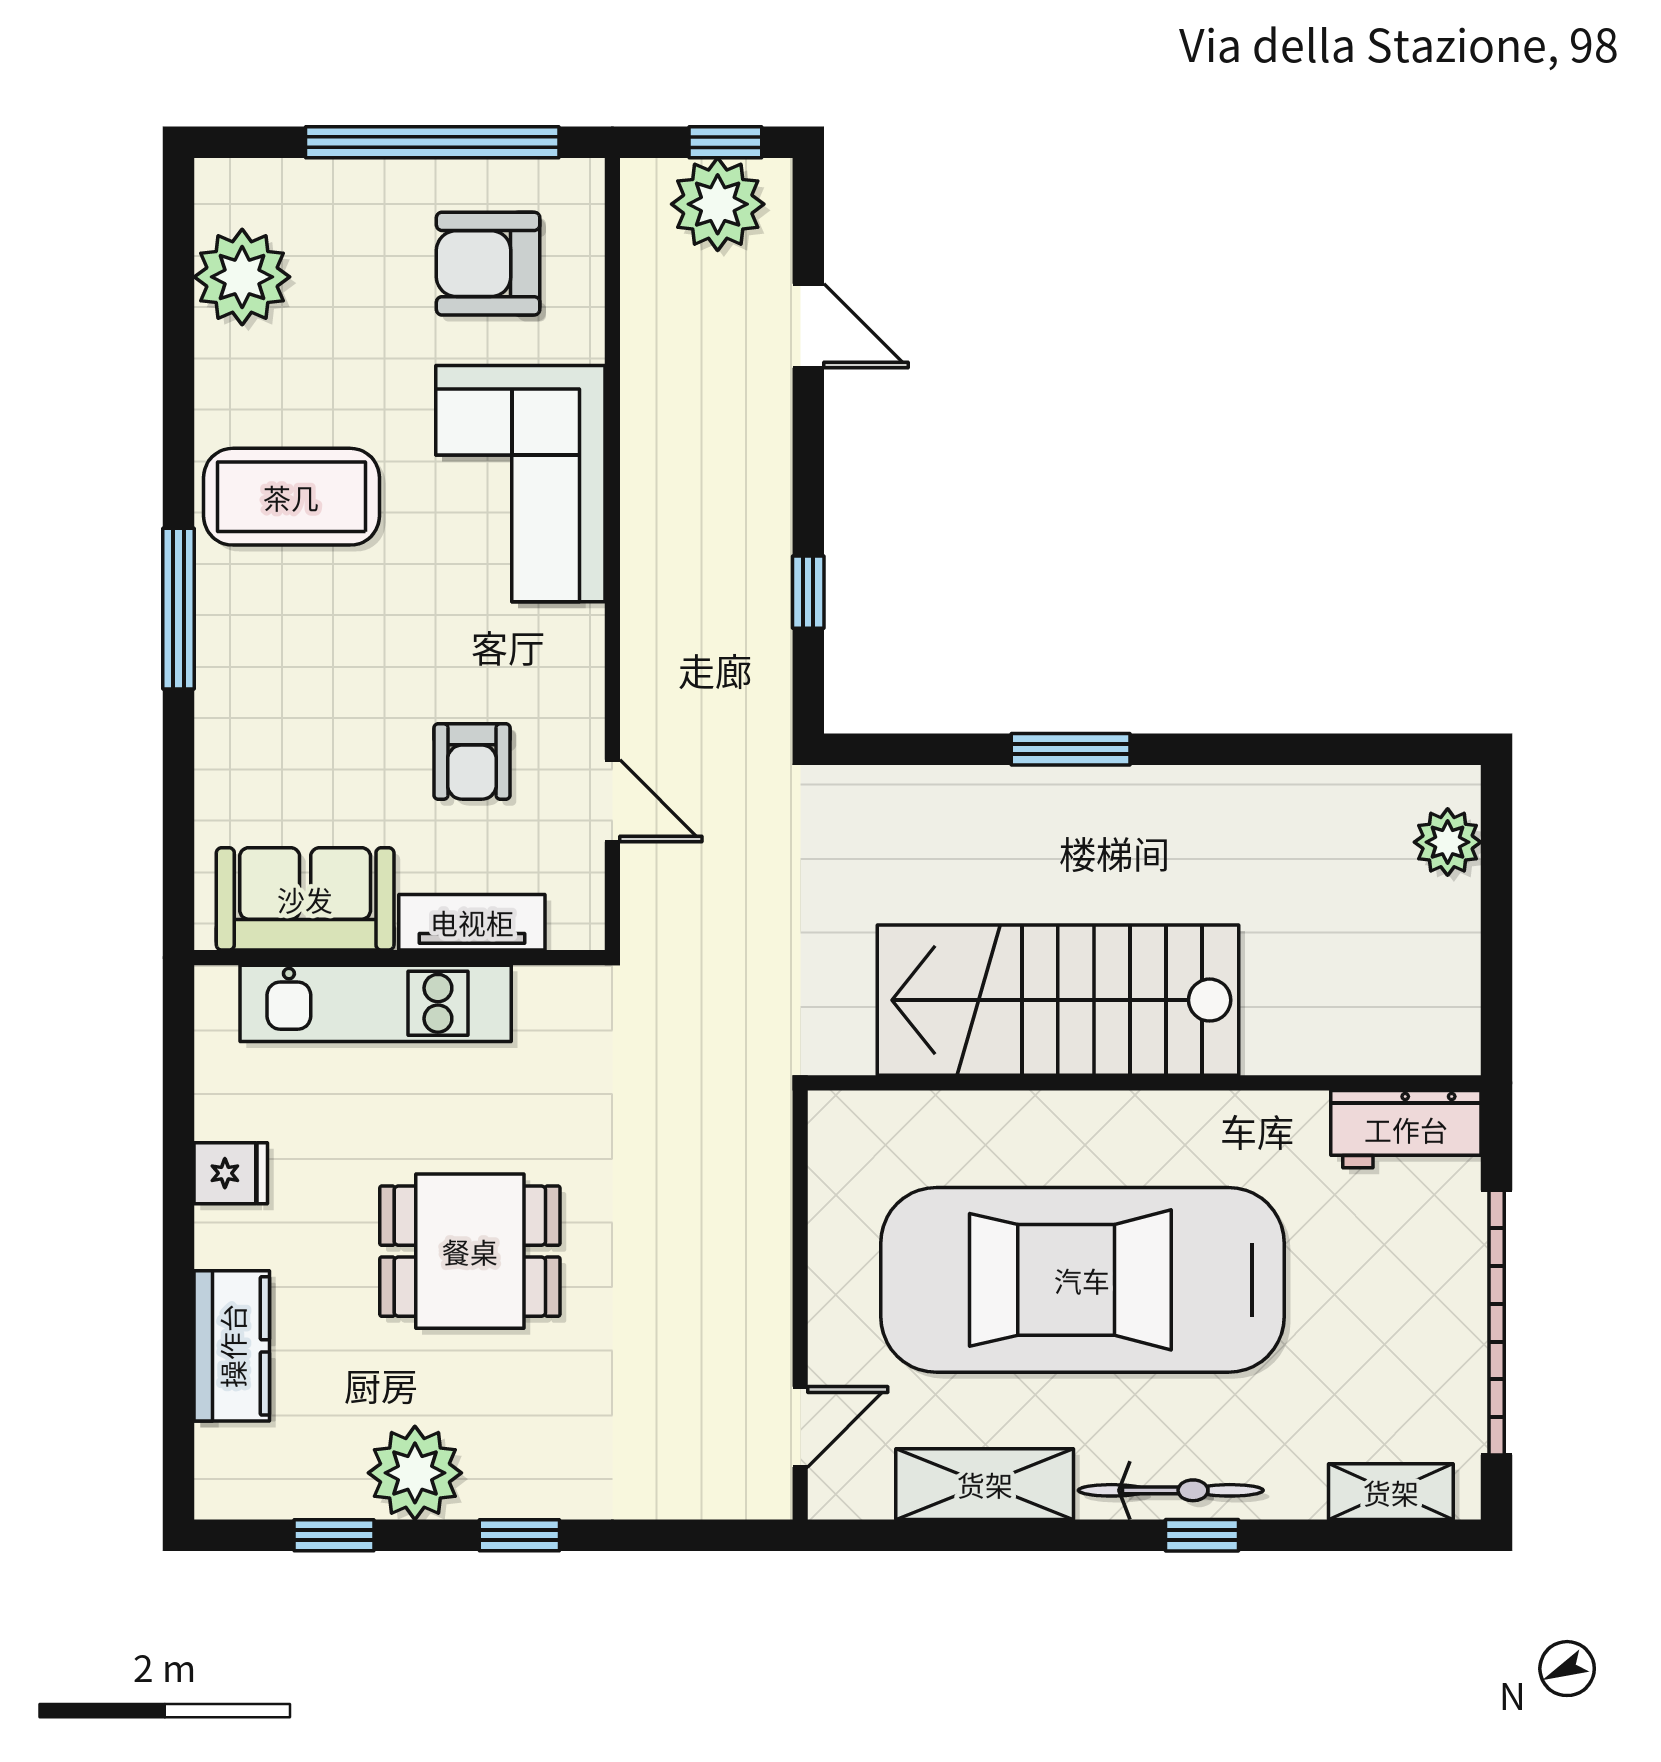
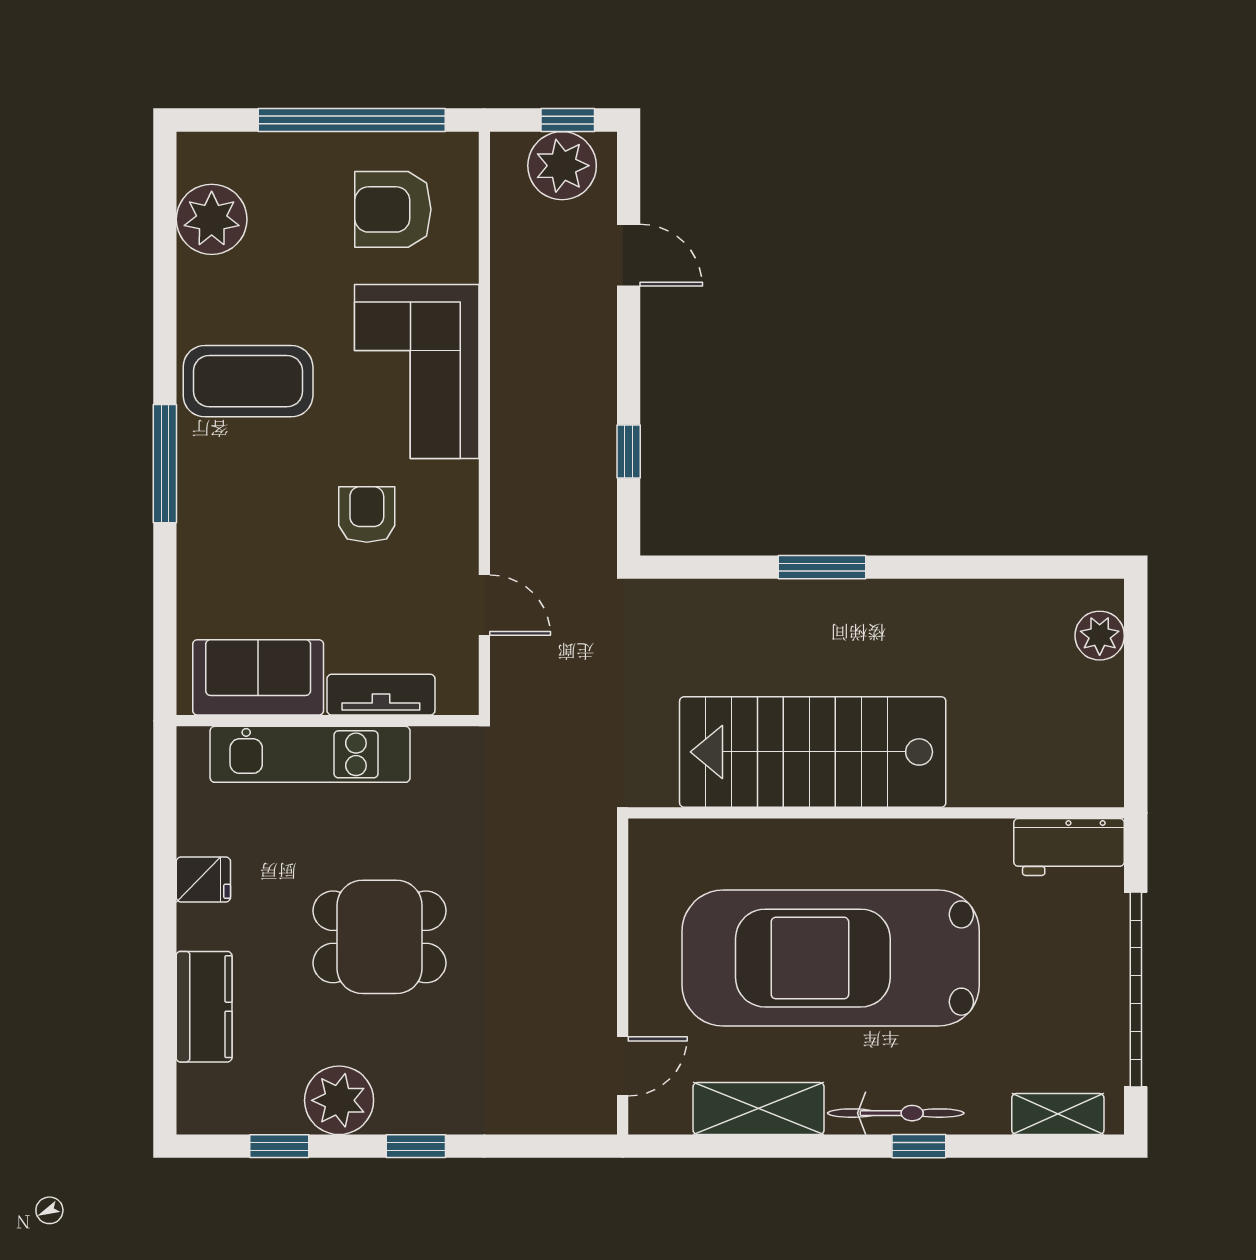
armchair: (472, 761) -> (367, 514), moved, turned 180

